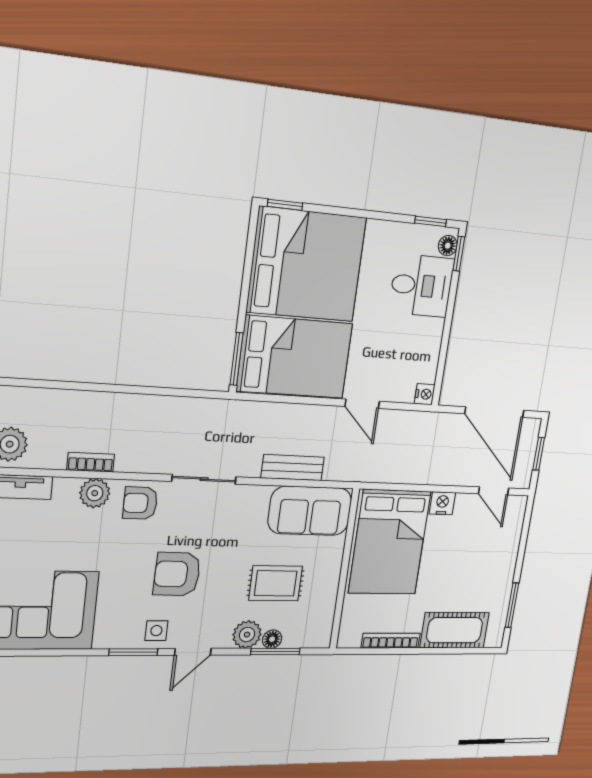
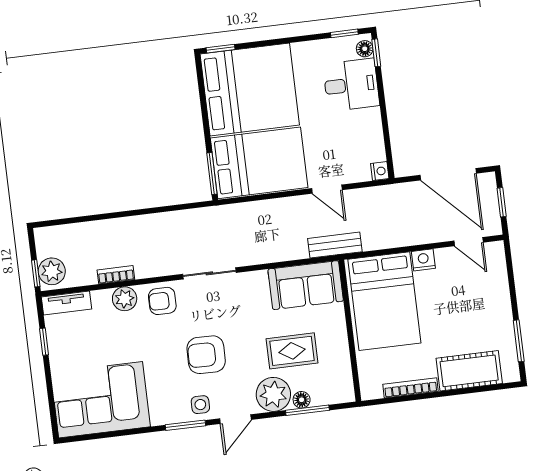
bench: (293, 468) -> (335, 245), moved
plant: (247, 635) -> (273, 394), width x1.36, depth x1.36

